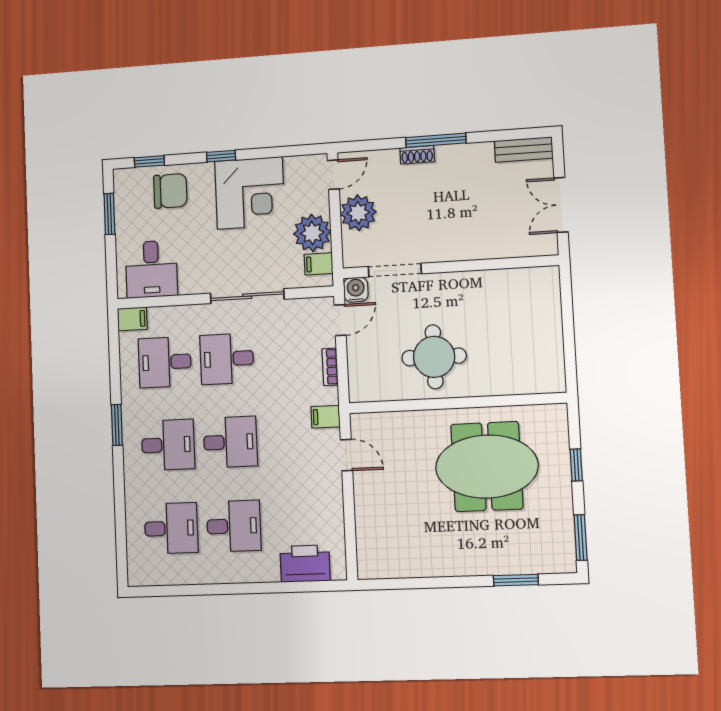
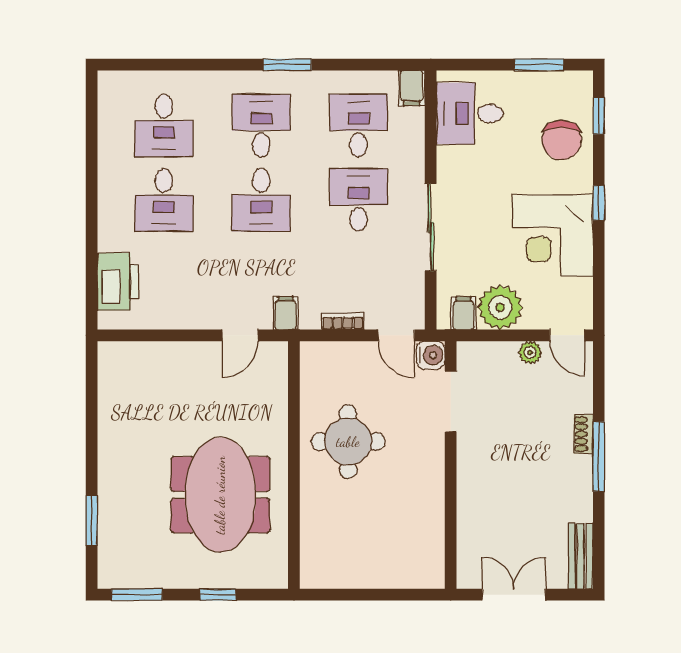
plant: (358, 213) -> (530, 352), width x0.53, depth x0.53
desk: (168, 445) -> (261, 125), turned 180

